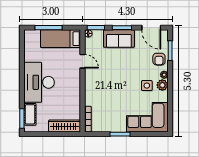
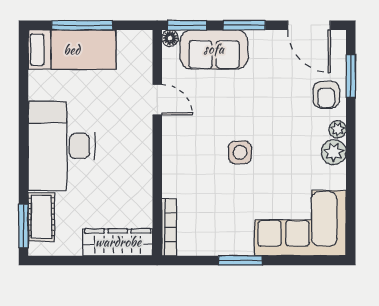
bed: (60, 39) -> (72, 50), moved, turned 180
sofa: (119, 39) -> (214, 49), moved
side table: (147, 86) -> (240, 152), moved

